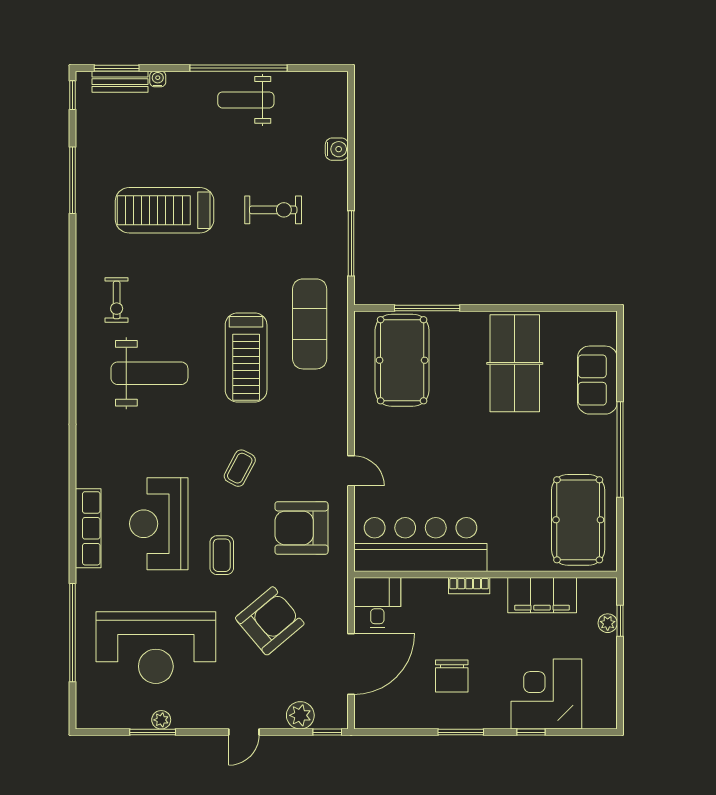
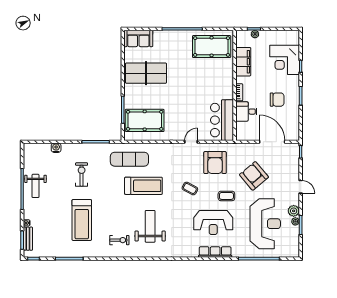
sofa: (597, 380) -> (138, 38), moved
bar counter: (420, 545) -> (222, 120), width x0.73
desk: (377, 603) -> (246, 112), moved
plant: (300, 715) -> (294, 211), moved

